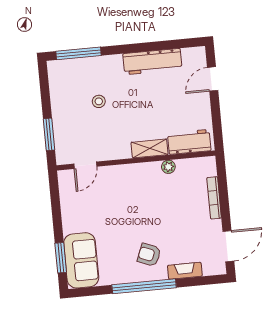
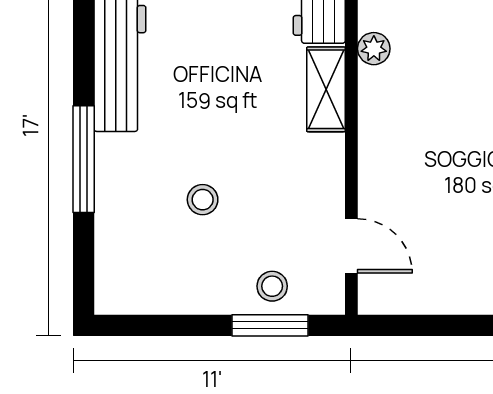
window: (78, 53) -> (84, 159), moved
stool: (65, 134) -> (272, 286), added

